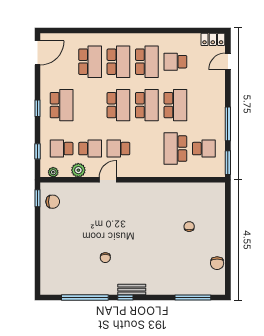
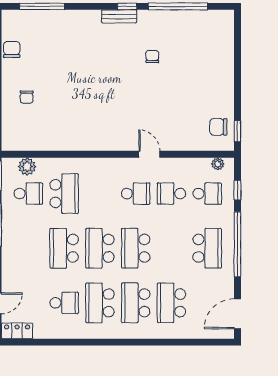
school desk: (62, 105) -> (207, 248), turned 180
window: (38, 108) -> (237, 244), width x3.17
school desk: (204, 149) -> (28, 194), turned 180
plant: (78, 170) -> (27, 166), moved
door: (108, 180) -> (149, 154), swing flipped
chair: (189, 227) -> (27, 97), moved

